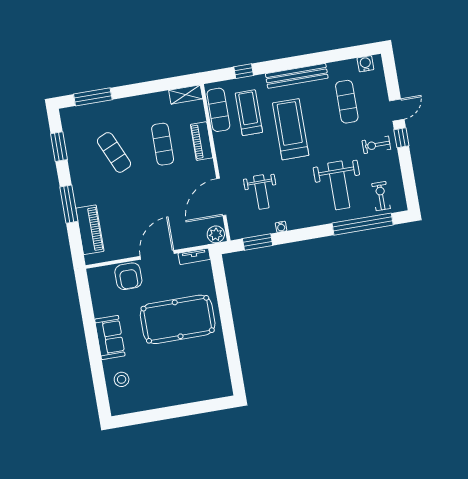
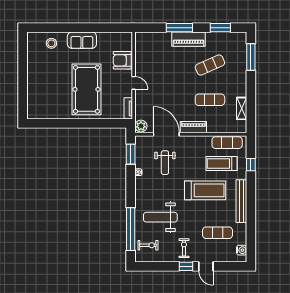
shelving: (186, 94) -> (242, 108), moved
treadmill: (249, 113) -> (222, 163), turned 180
piano: (202, 141) -> (193, 127), moved
weight bench: (261, 192) -> (165, 163), turned -90
piano: (90, 230) -> (189, 39), moved
door: (157, 255) -> (134, 83), width x0.53

